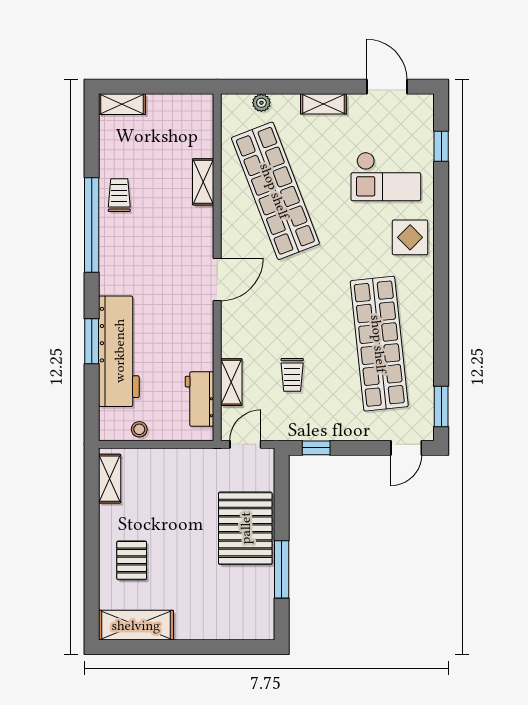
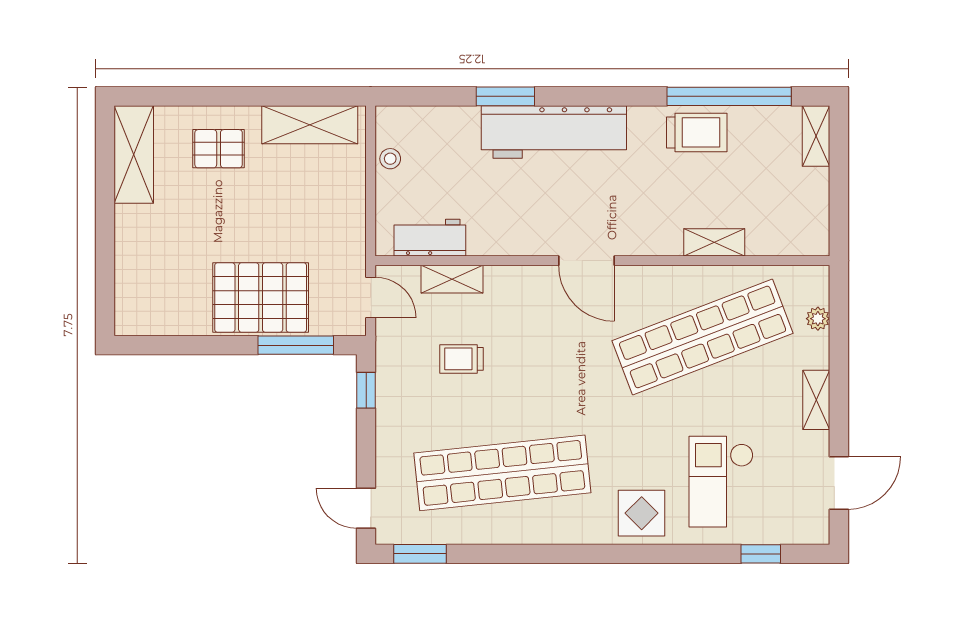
trolley: (119, 195) -> (697, 132), width x1.36, depth x1.39
window: (92, 225) -> (729, 96), moved
workbench: (119, 351) -> (554, 132), moved
shelving: (110, 479) -> (310, 125), width x1.50, depth x1.33
window: (282, 569) -> (296, 345), moved

